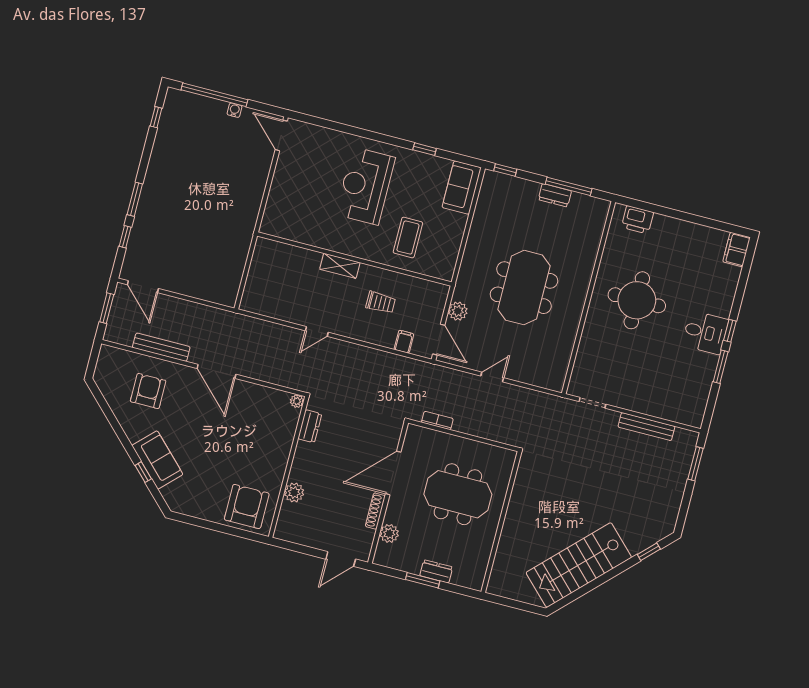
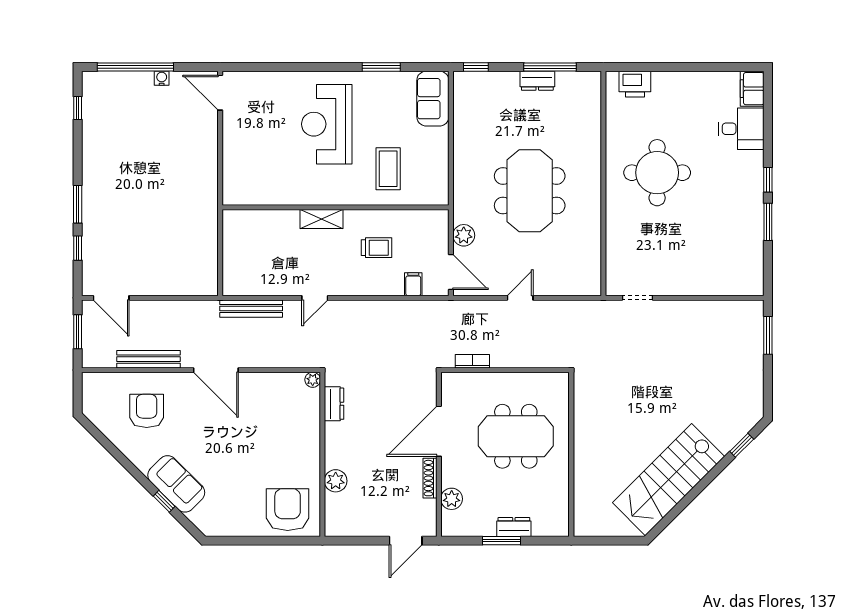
window: (425, 149) -> (381, 67), width x1.50
desk: (705, 332) -> (741, 129), moved
bench: (646, 427) -> (251, 309), moved

